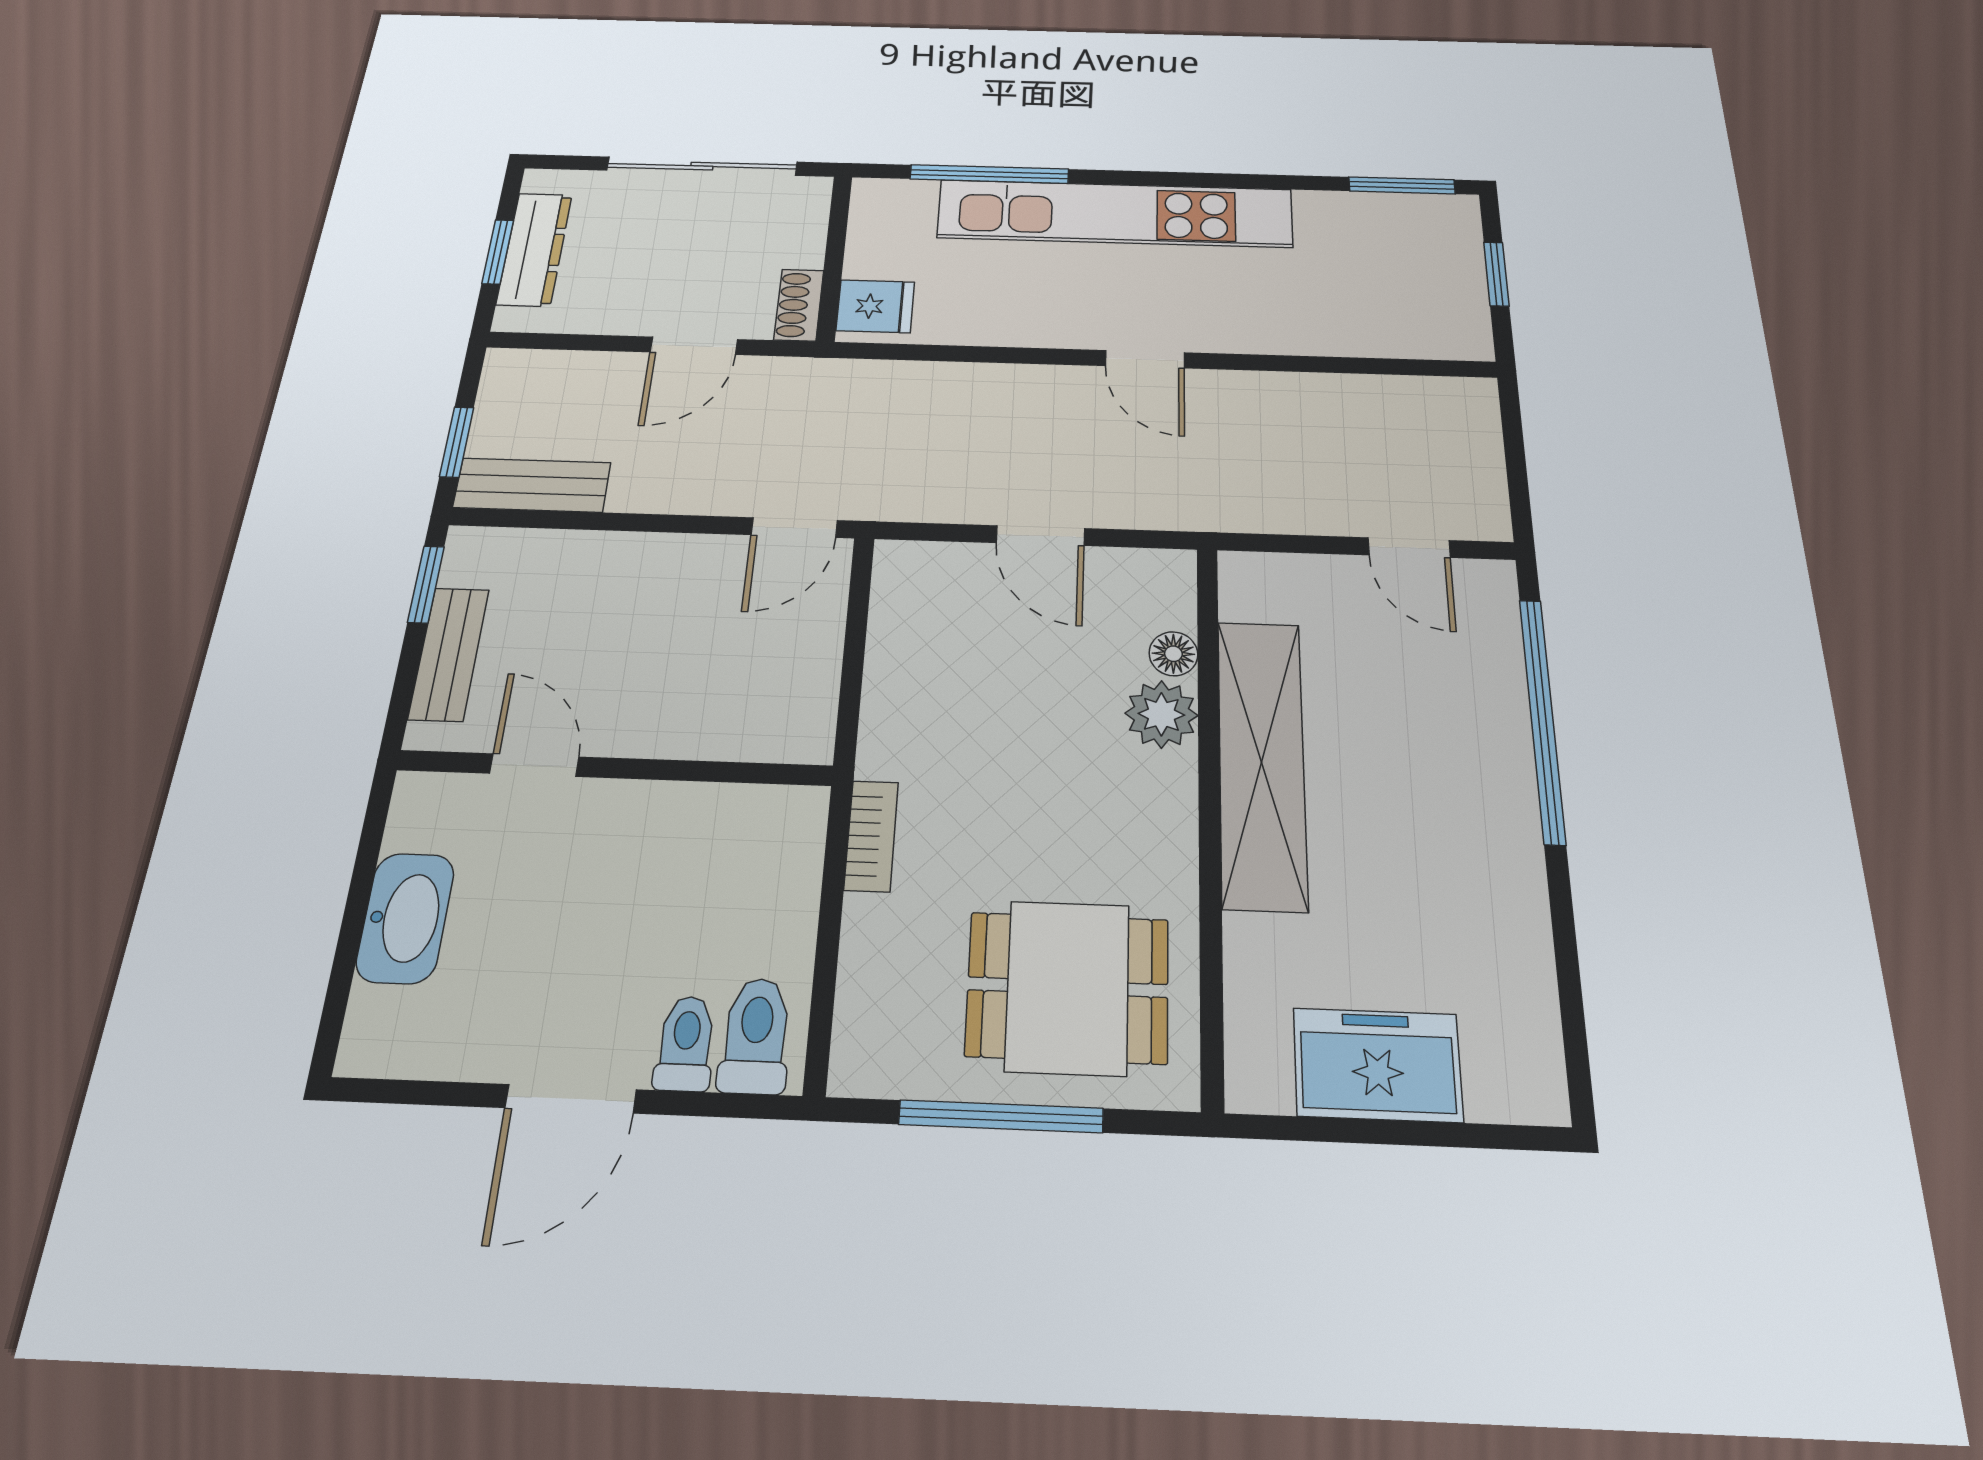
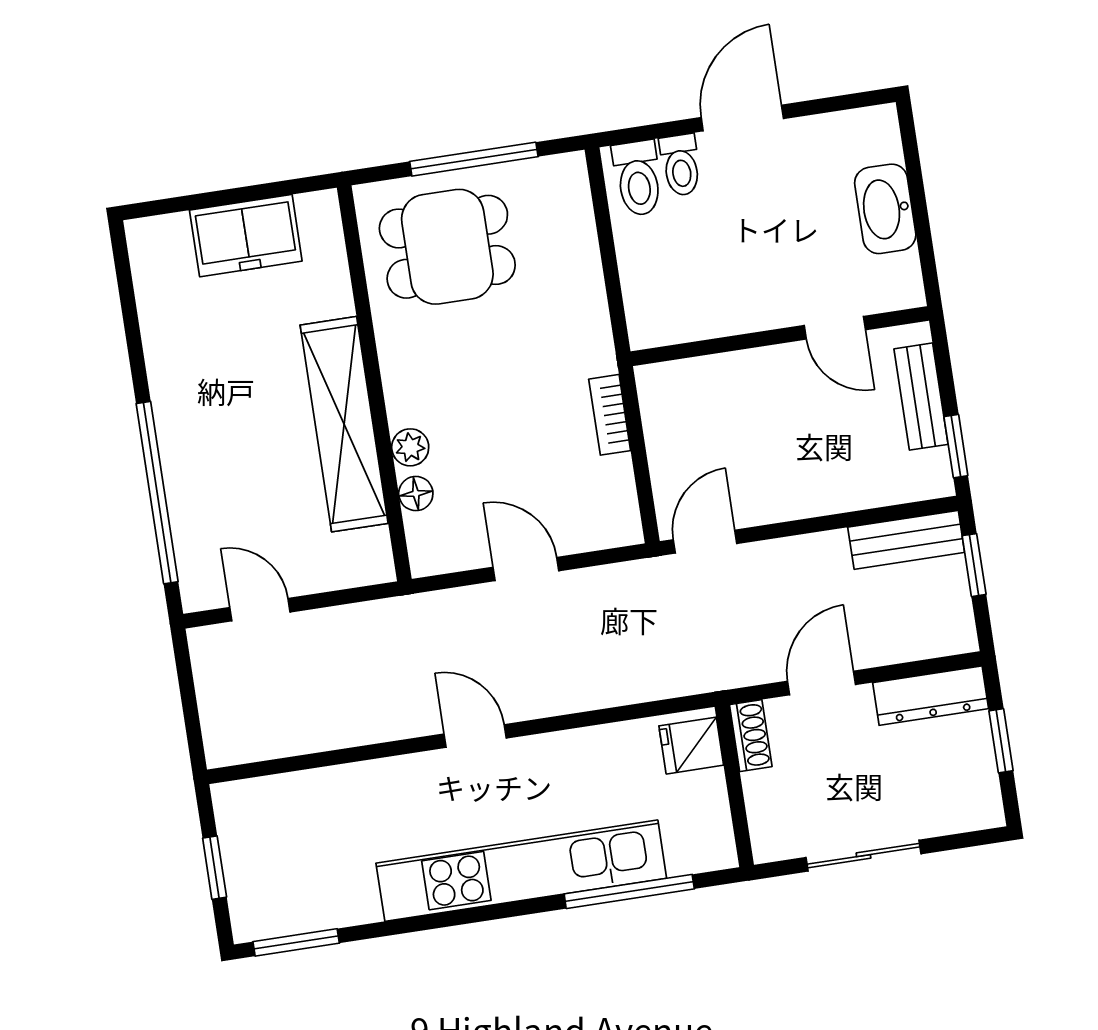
sliding door: (702, 166) -> (863, 856), width x0.73
dresser: (534, 249) -> (931, 696), moved, turned -90
plant: (1161, 714) -> (410, 447), width x0.73, depth x0.73
bookcase: (871, 836) -> (610, 415), moved

